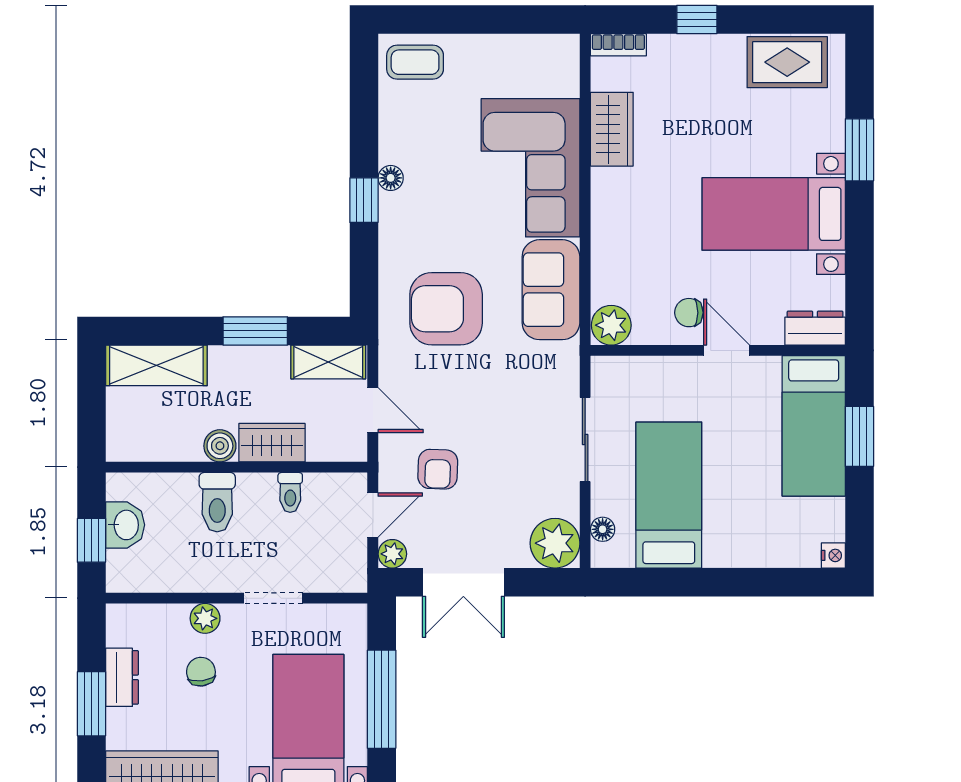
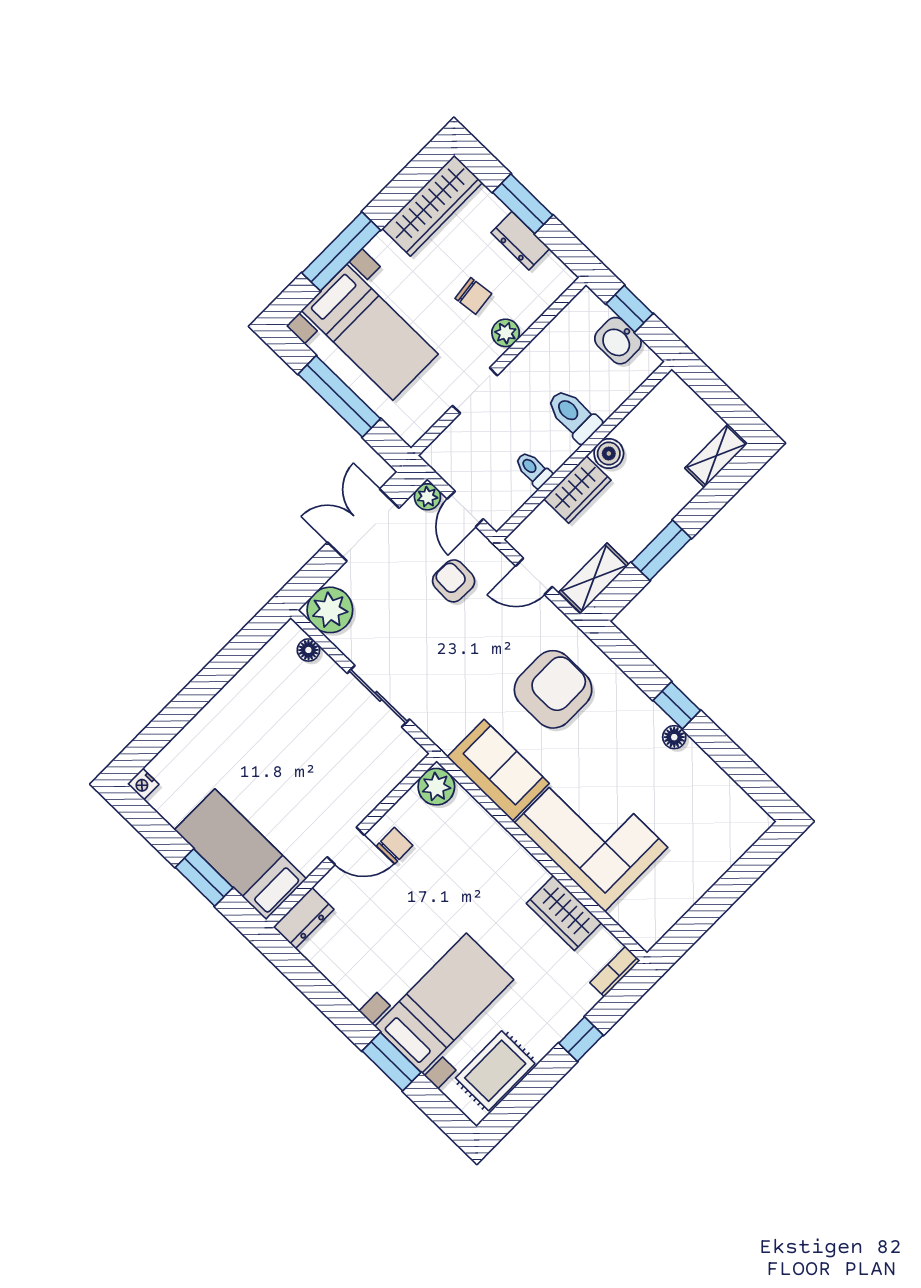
coffee table: (415, 62) -> (734, 827), removed
bed with nightstands: (774, 214) -> (444, 1003), moved
shelving: (156, 365) -> (716, 456), width x0.67, depth x0.75
bed: (669, 495) -> (288, 715), removed

